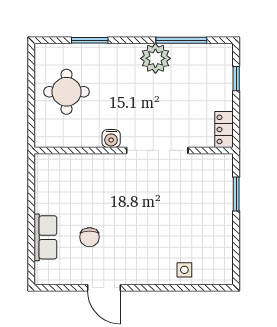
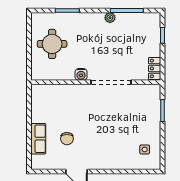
plant: (155, 58) -> (110, 18), width x0.53, depth x0.53
side table: (184, 270) -> (145, 149), moved

